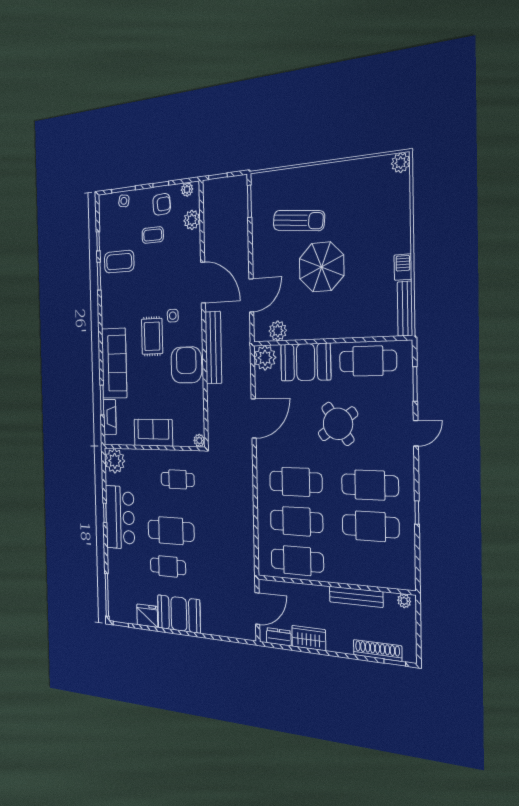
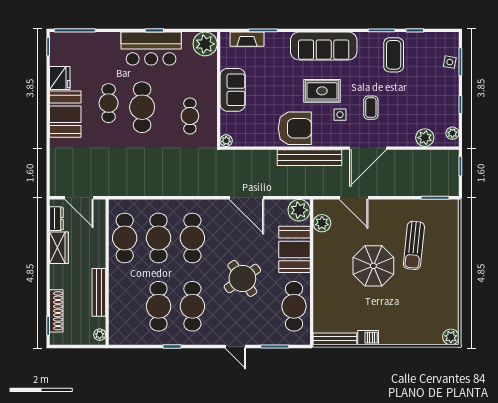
armchair: (162, 204) -> (442, 105), removed
coffee table: (153, 235) -> (371, 108), moved
sofa: (114, 363) -> (324, 46), moved

